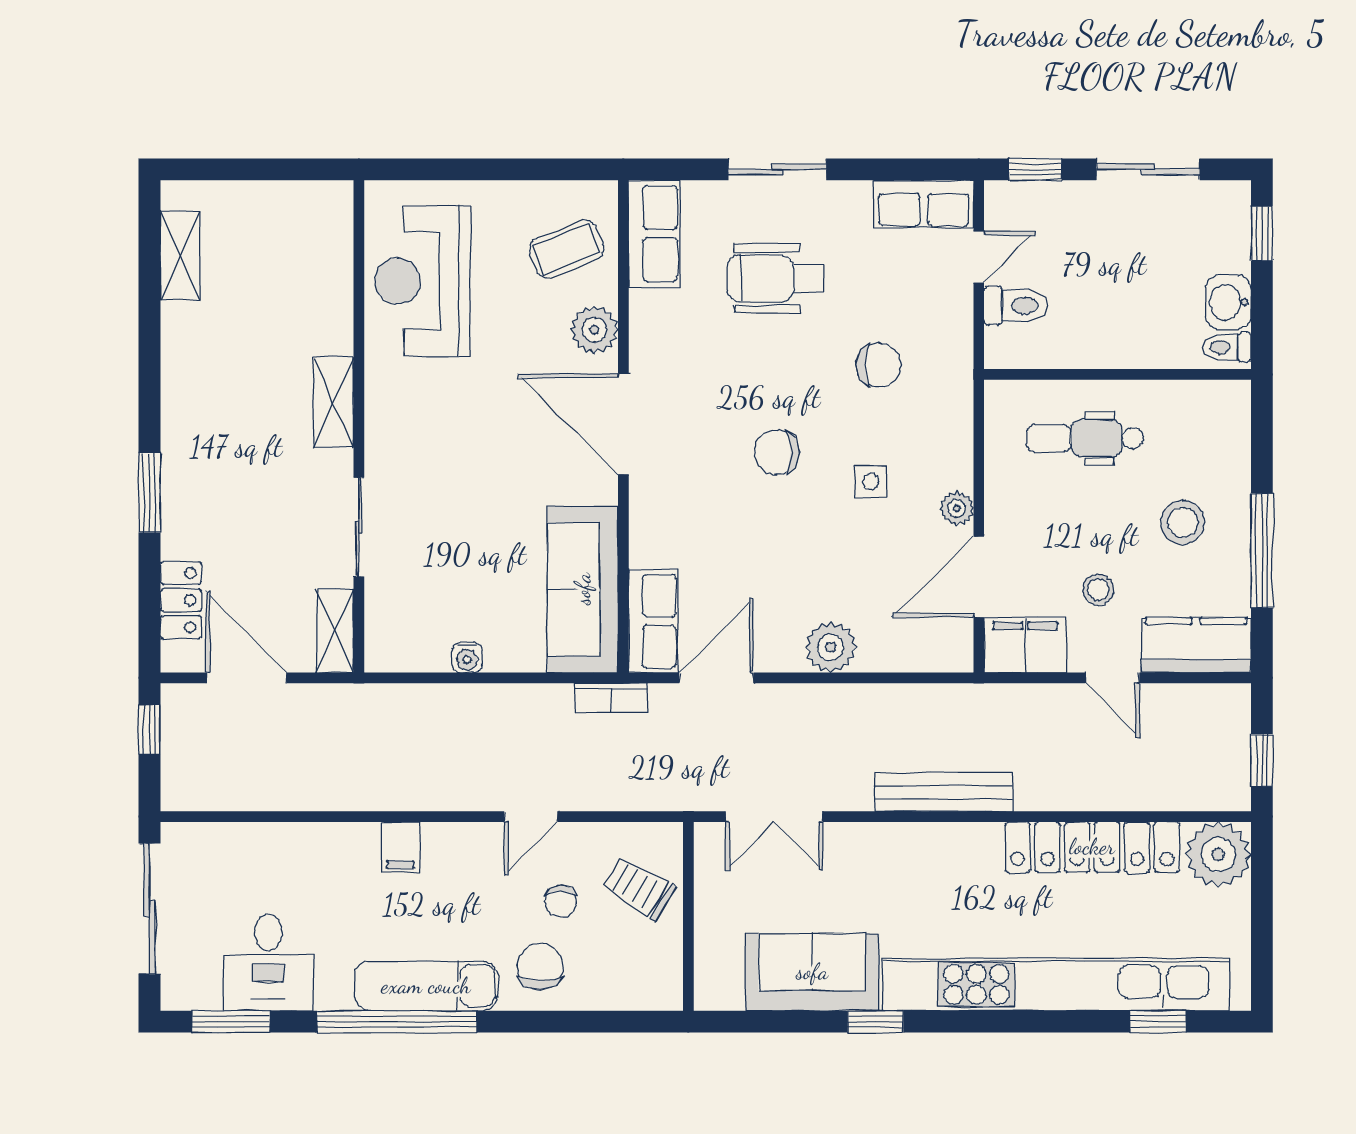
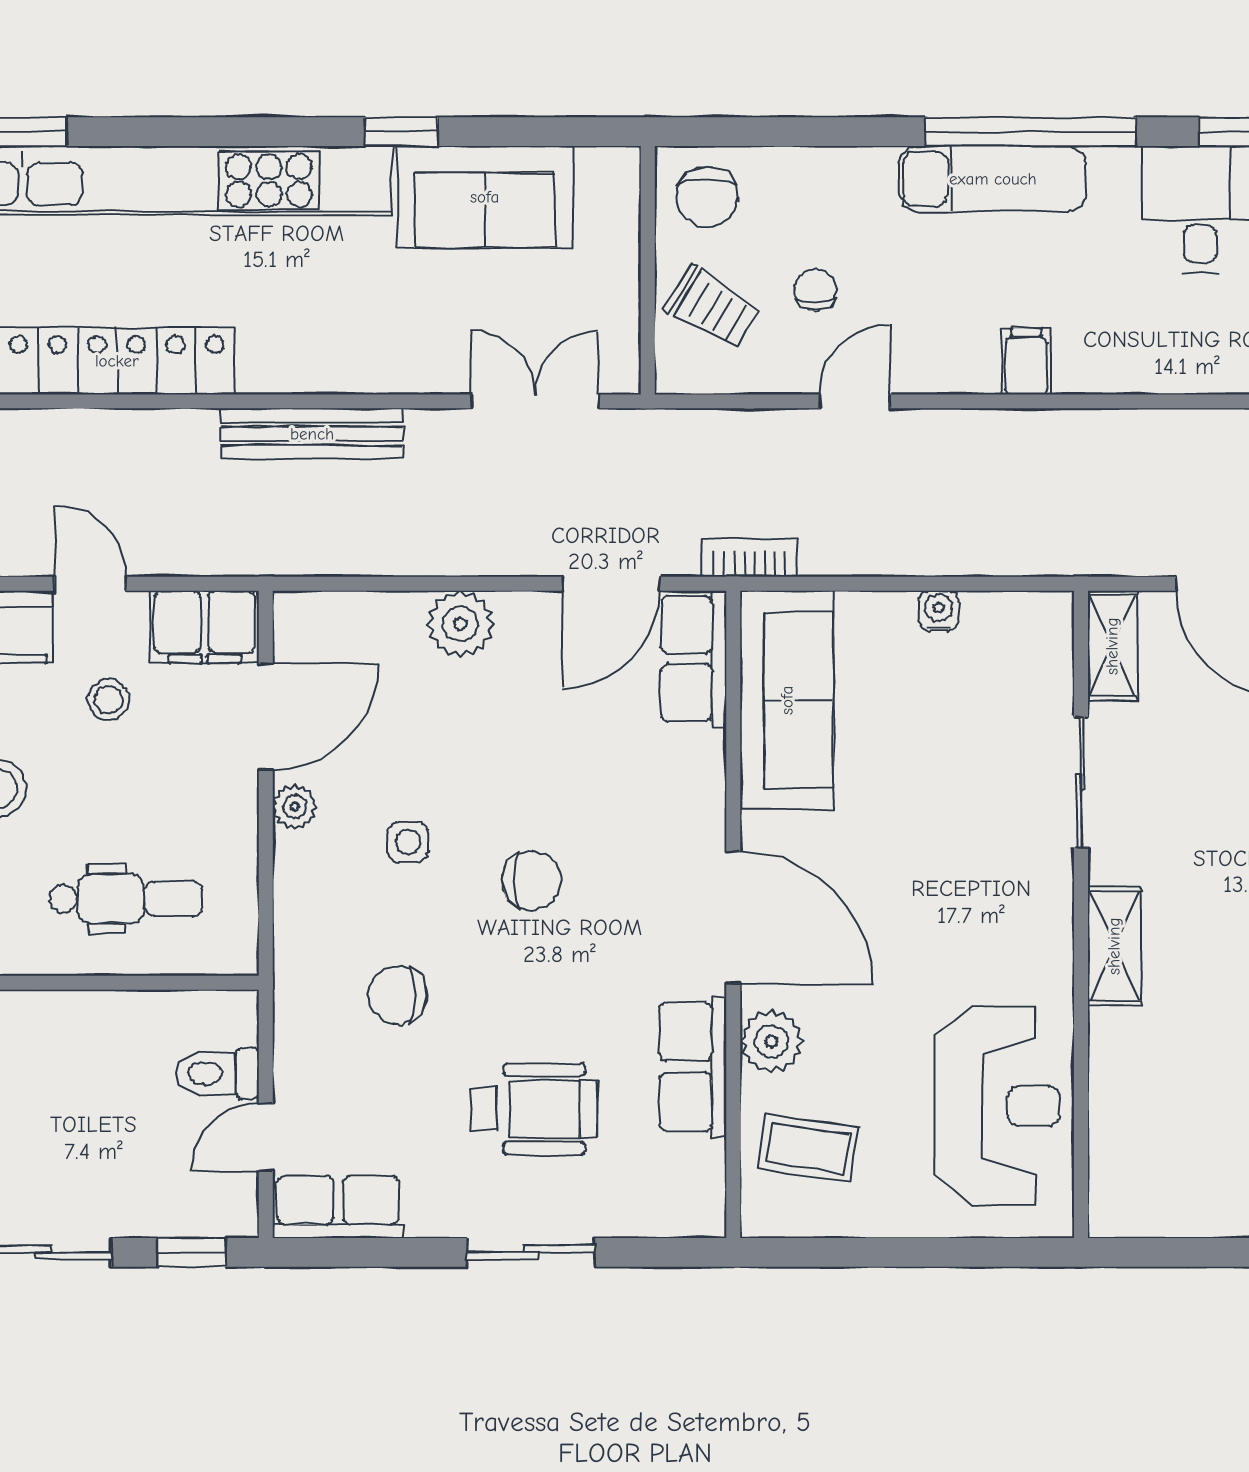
row of seats: (654, 233) -> (693, 1067), moved
coffee table: (566, 249) -> (808, 1148), turned 31
chair: (540, 967) -> (707, 197), moved

